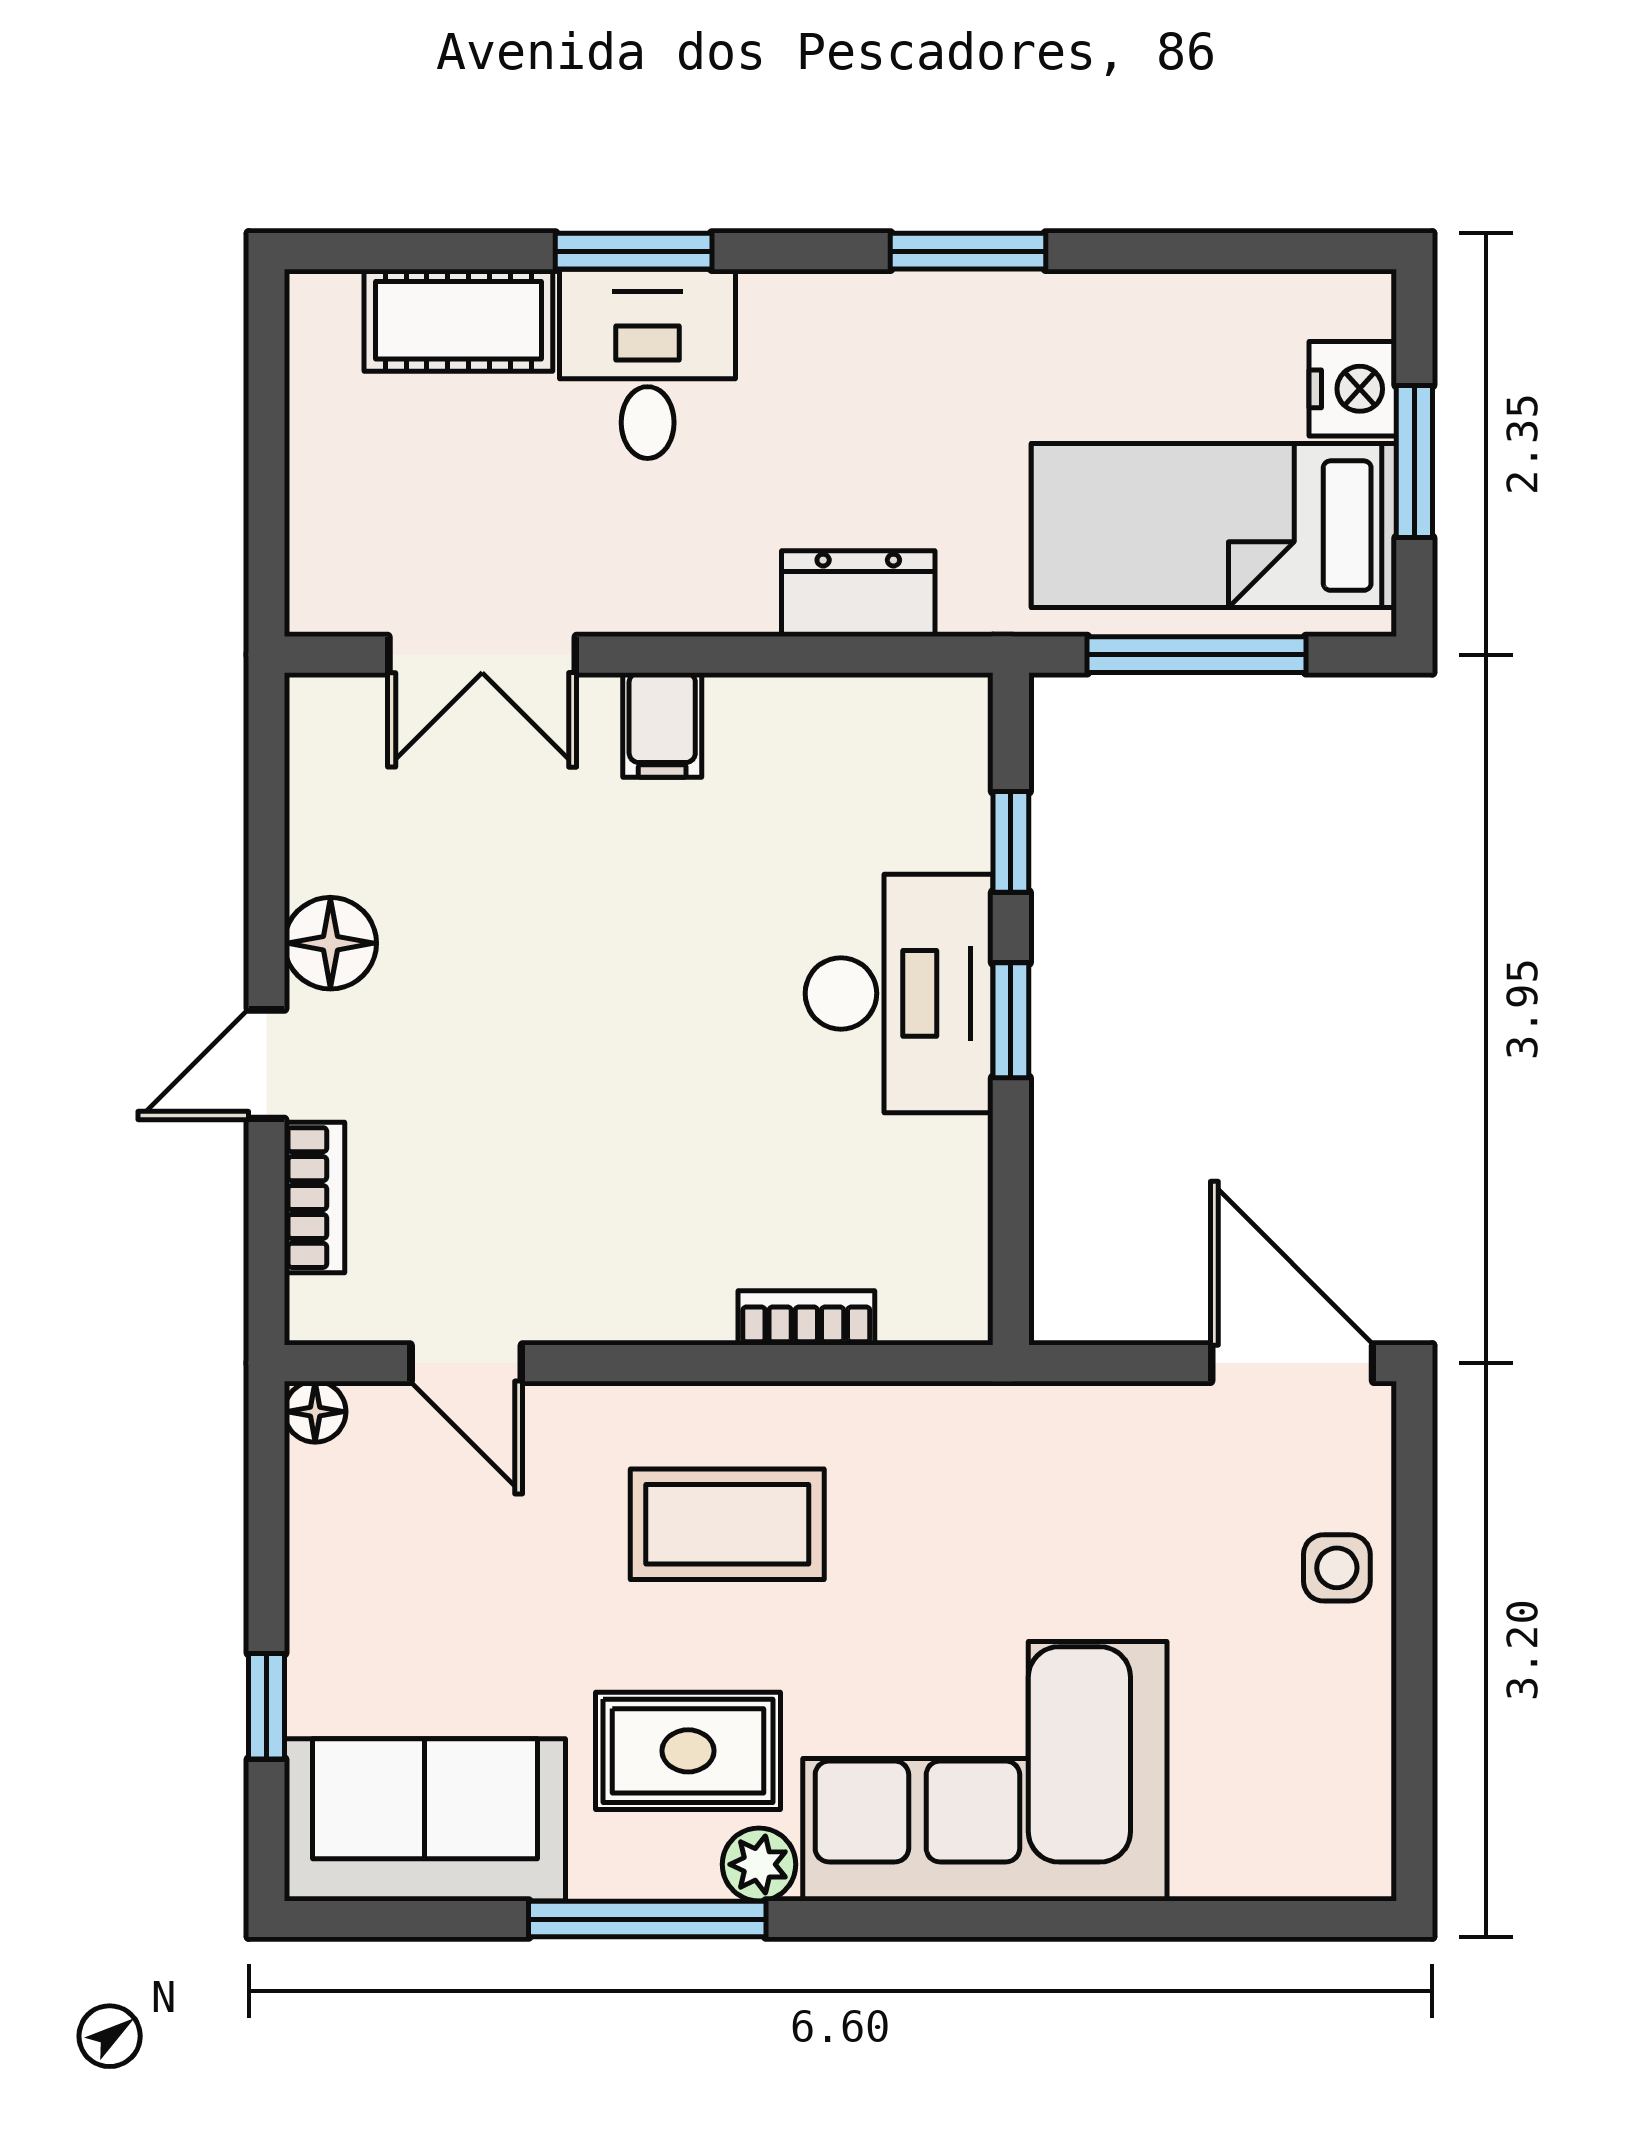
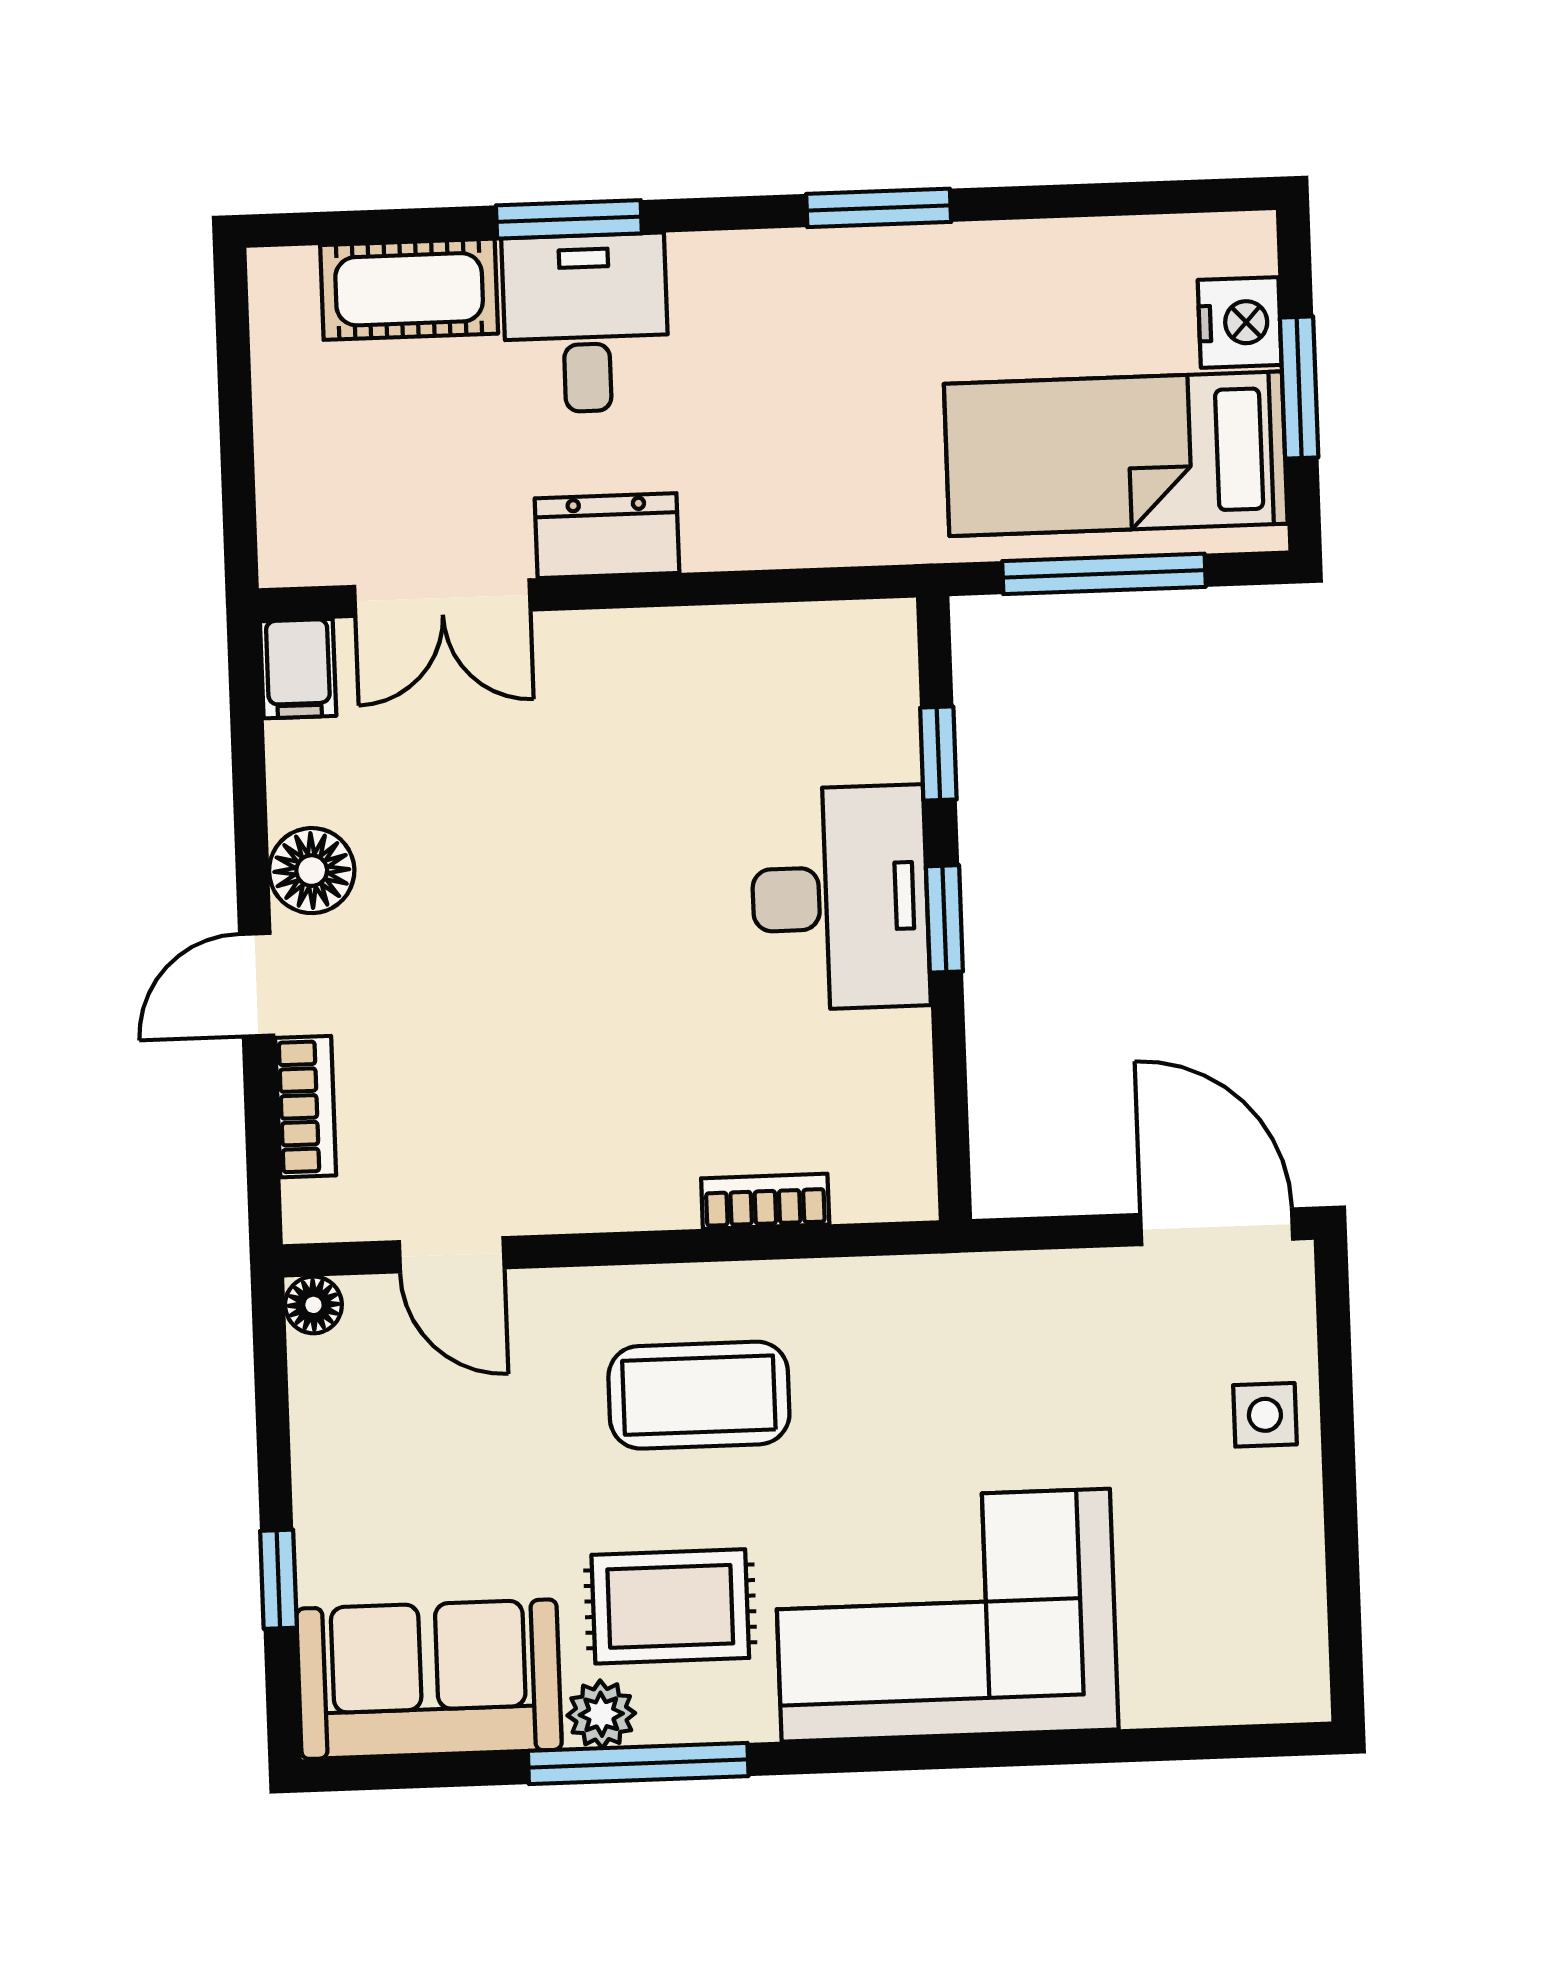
dresser: (858, 594) -> (607, 536), moved
filing cabinet: (662, 725) -> (298, 669), moved
plant: (759, 1864) -> (601, 1714), moved

